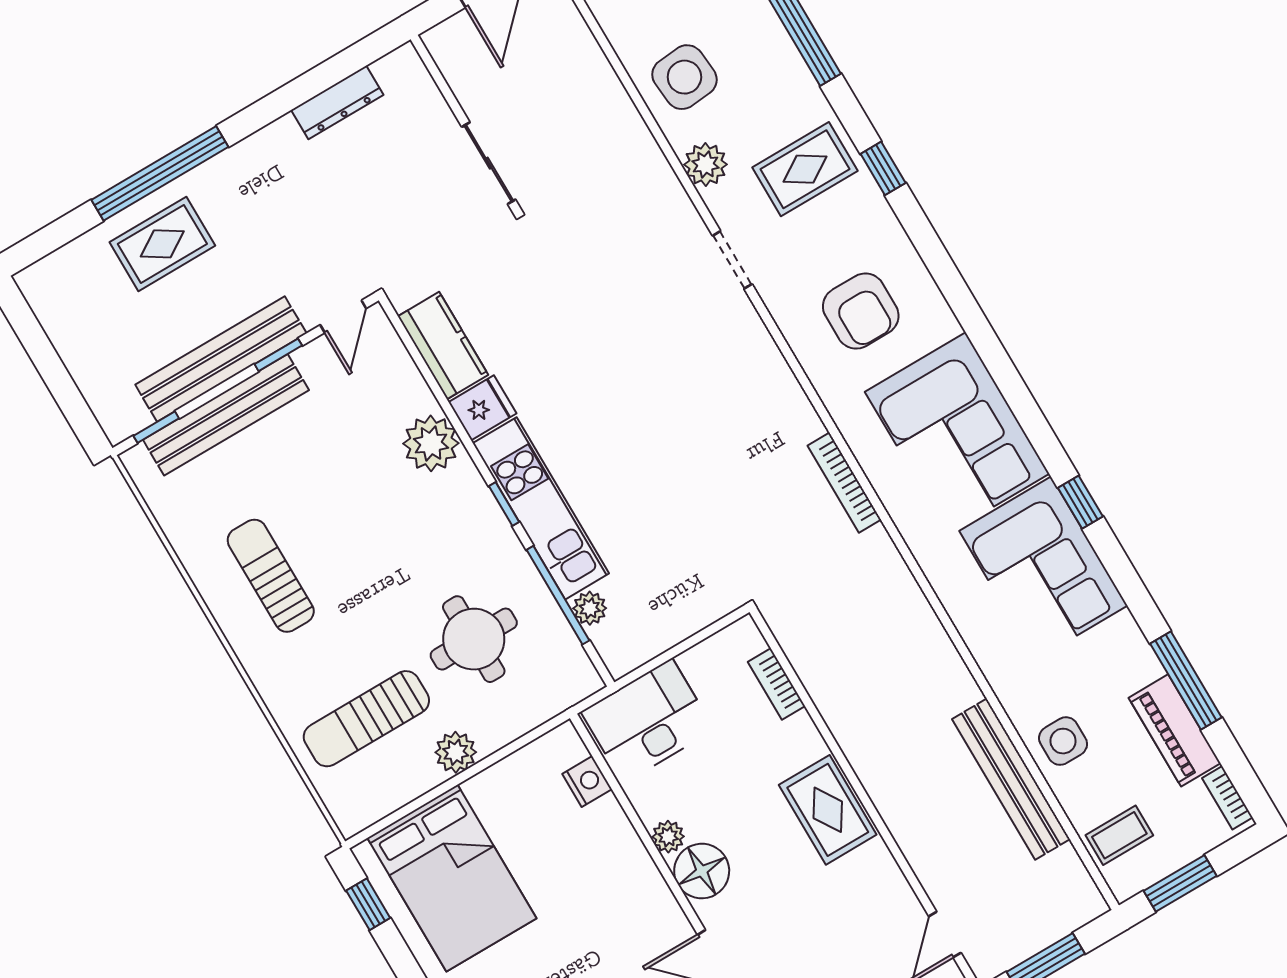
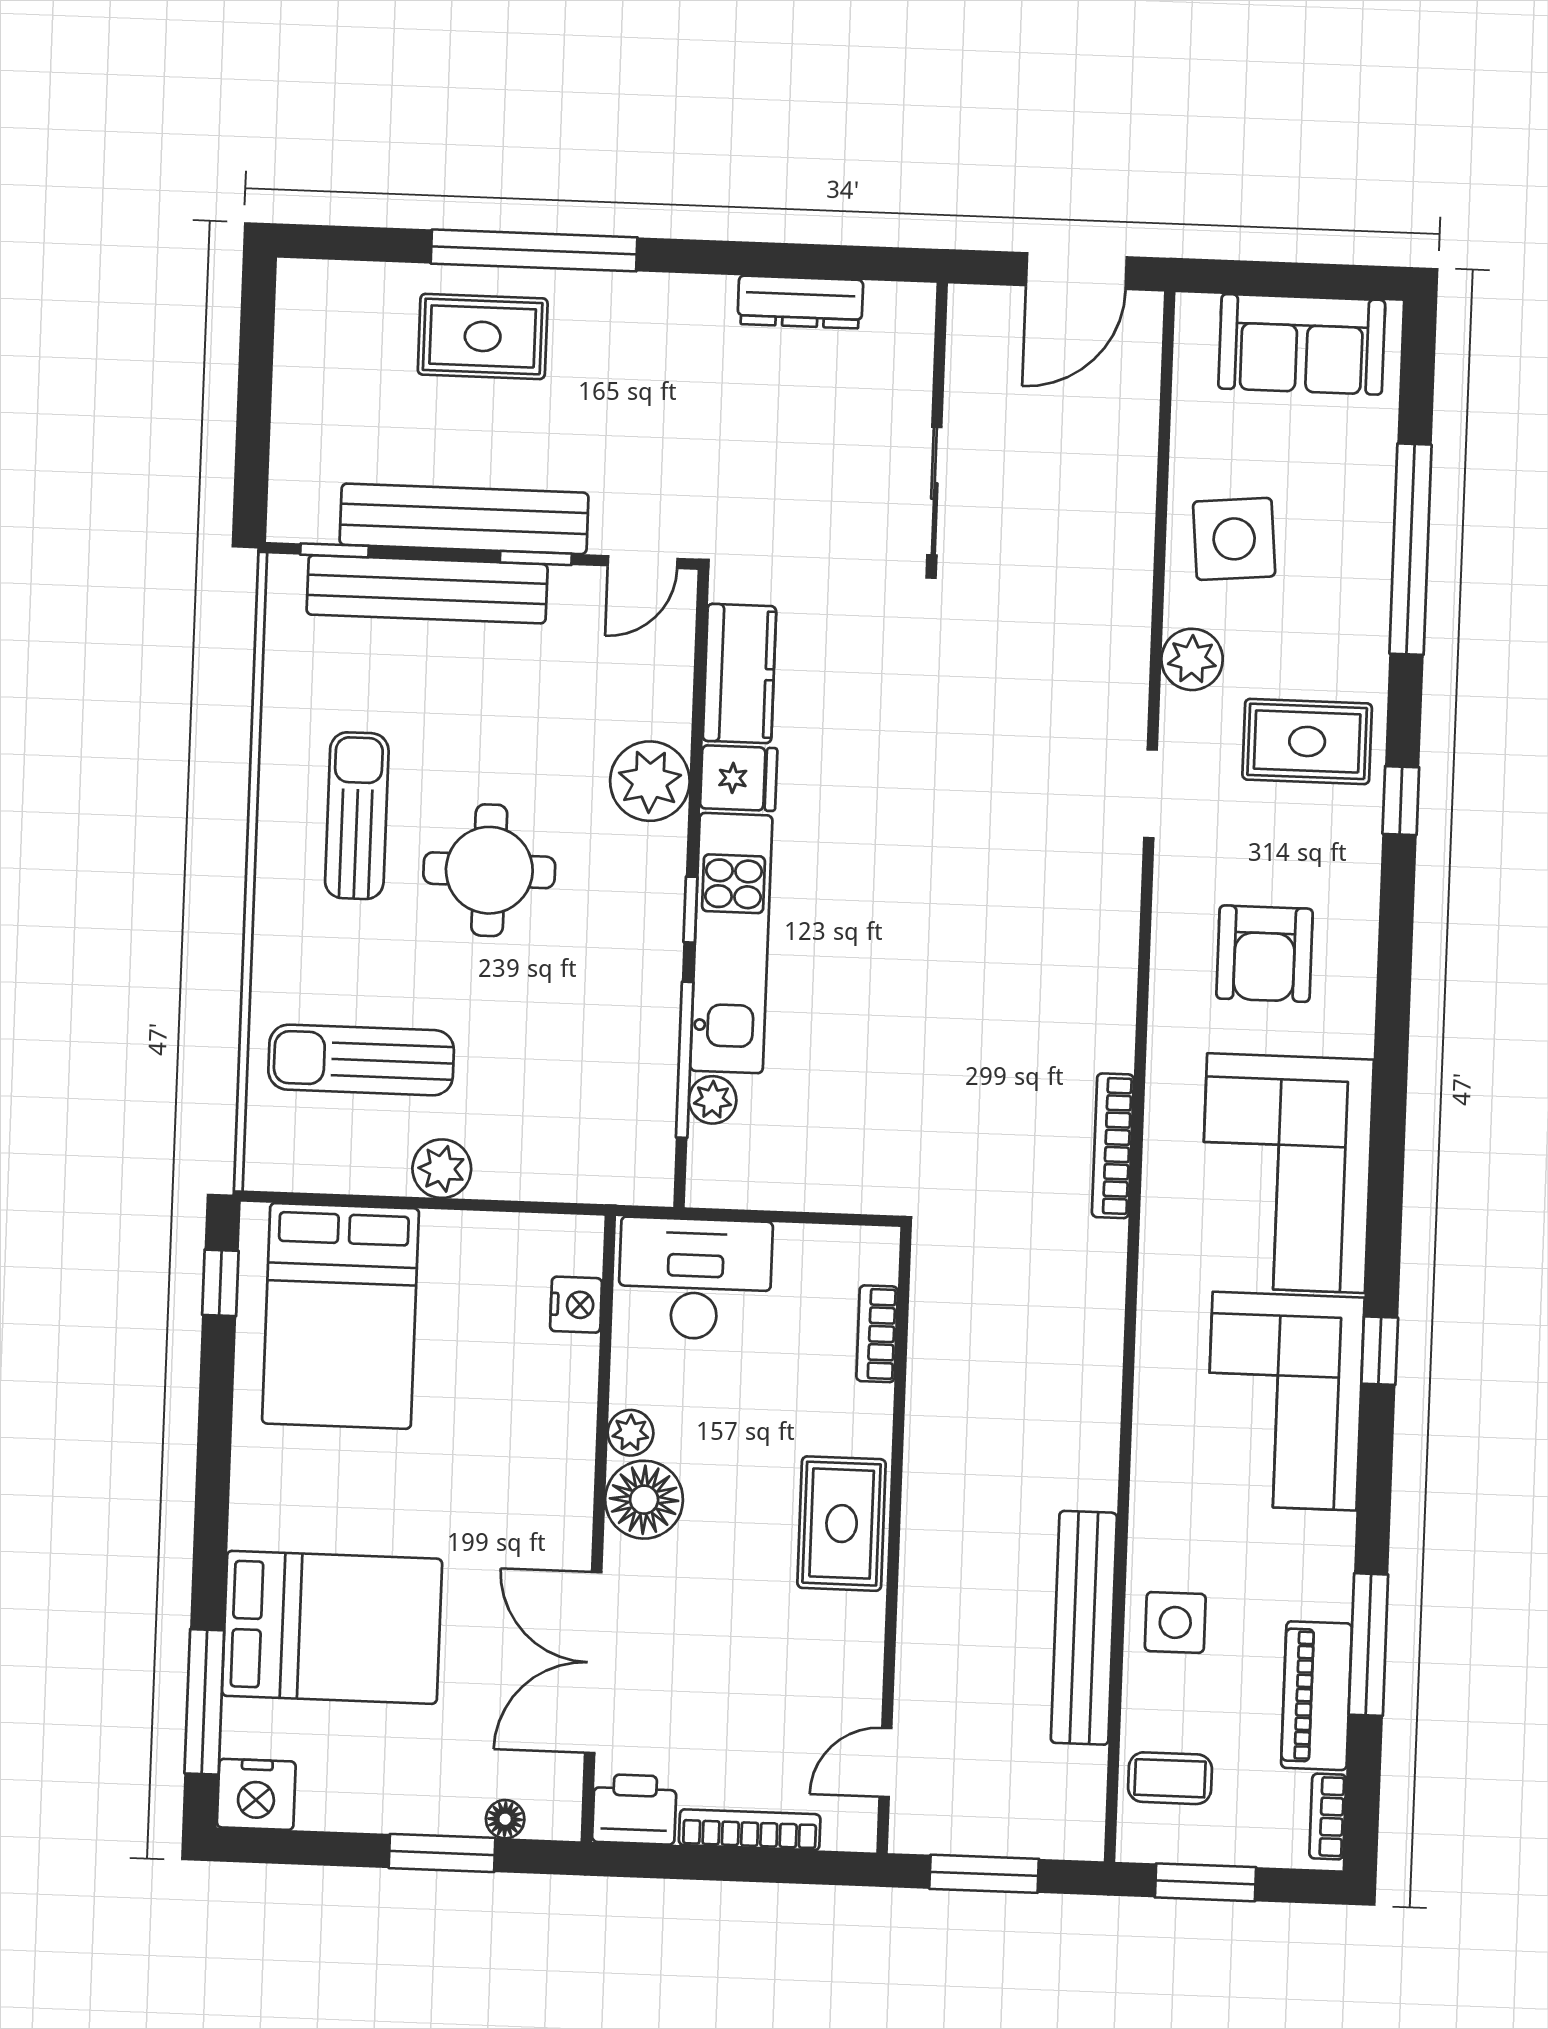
round table: (474, 639) -> (489, 870), moved

